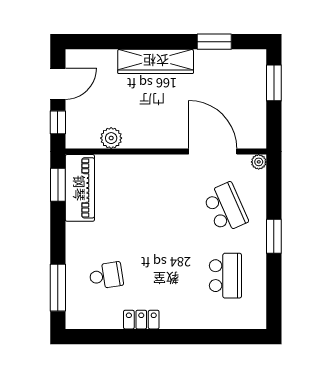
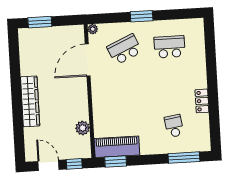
window: (214, 42) -> (15, 63), removed

